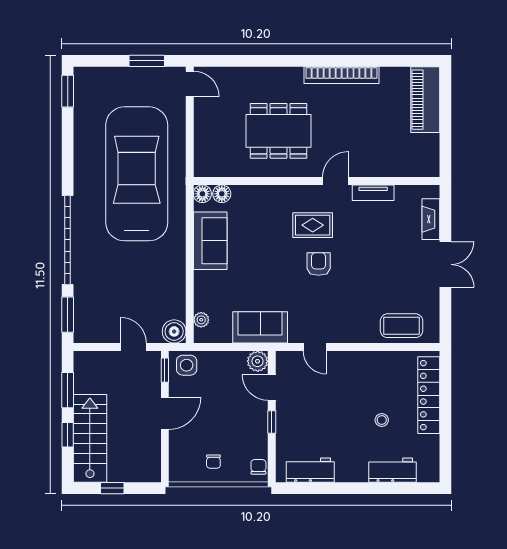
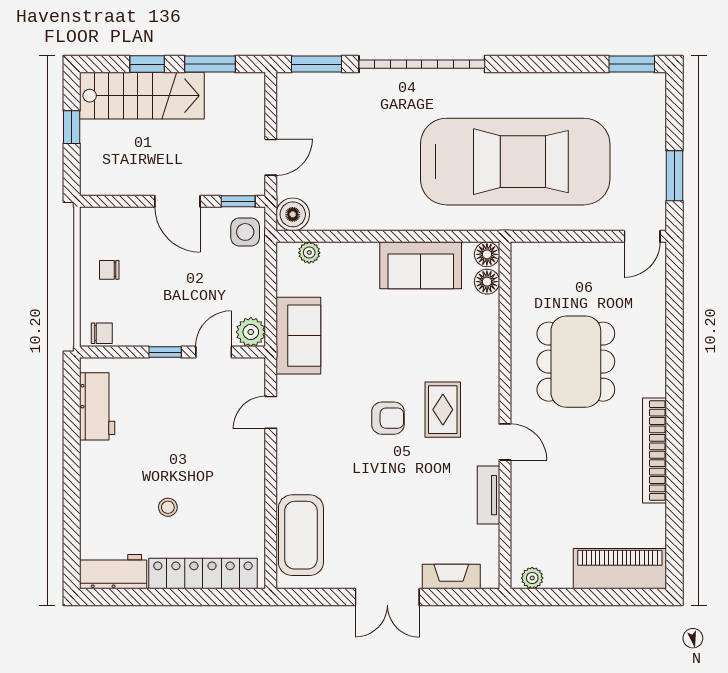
plant: (432, 162) -> (532, 578), added
coffee table: (402, 326) -> (301, 535), width x1.36, depth x1.32
workbench: (392, 470) -> (113, 572), moved, turned -90

